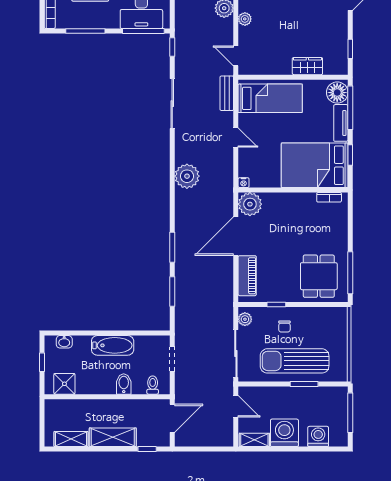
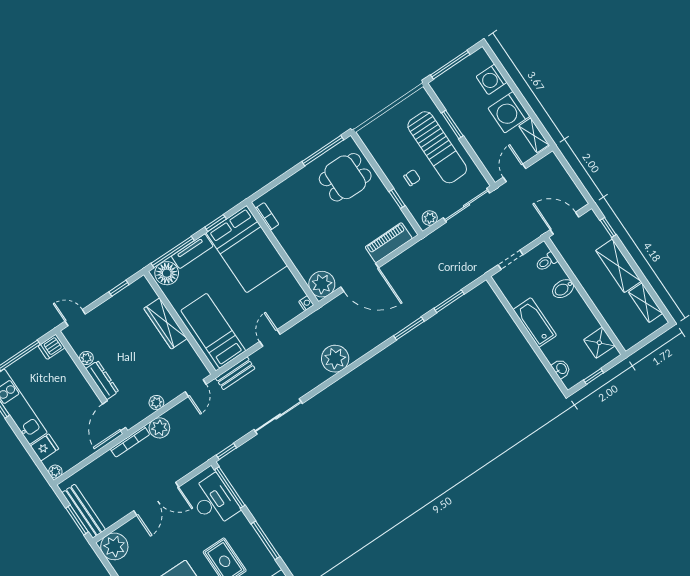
wardrobe: (307, 66) -> (165, 323), width x1.50

